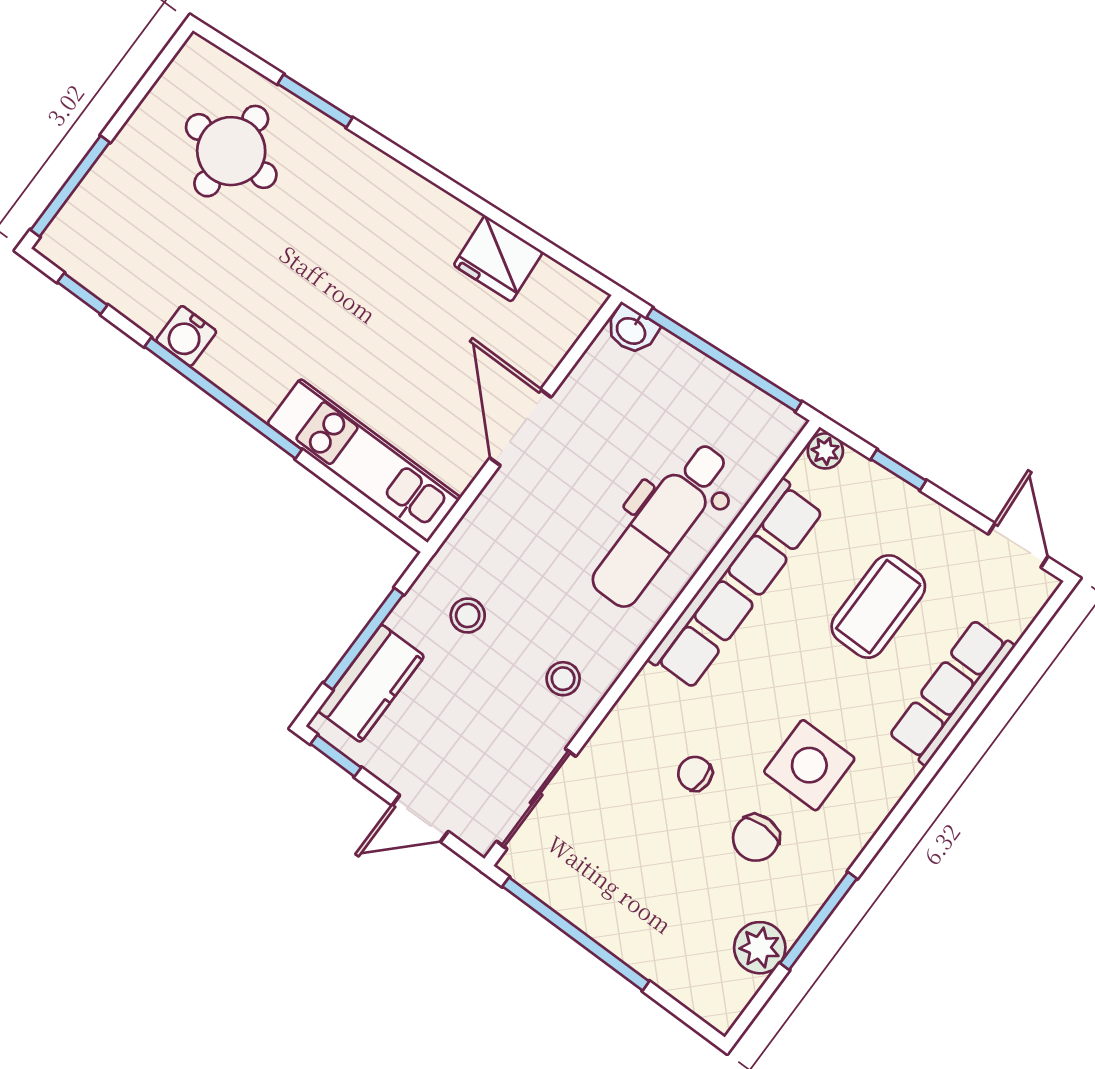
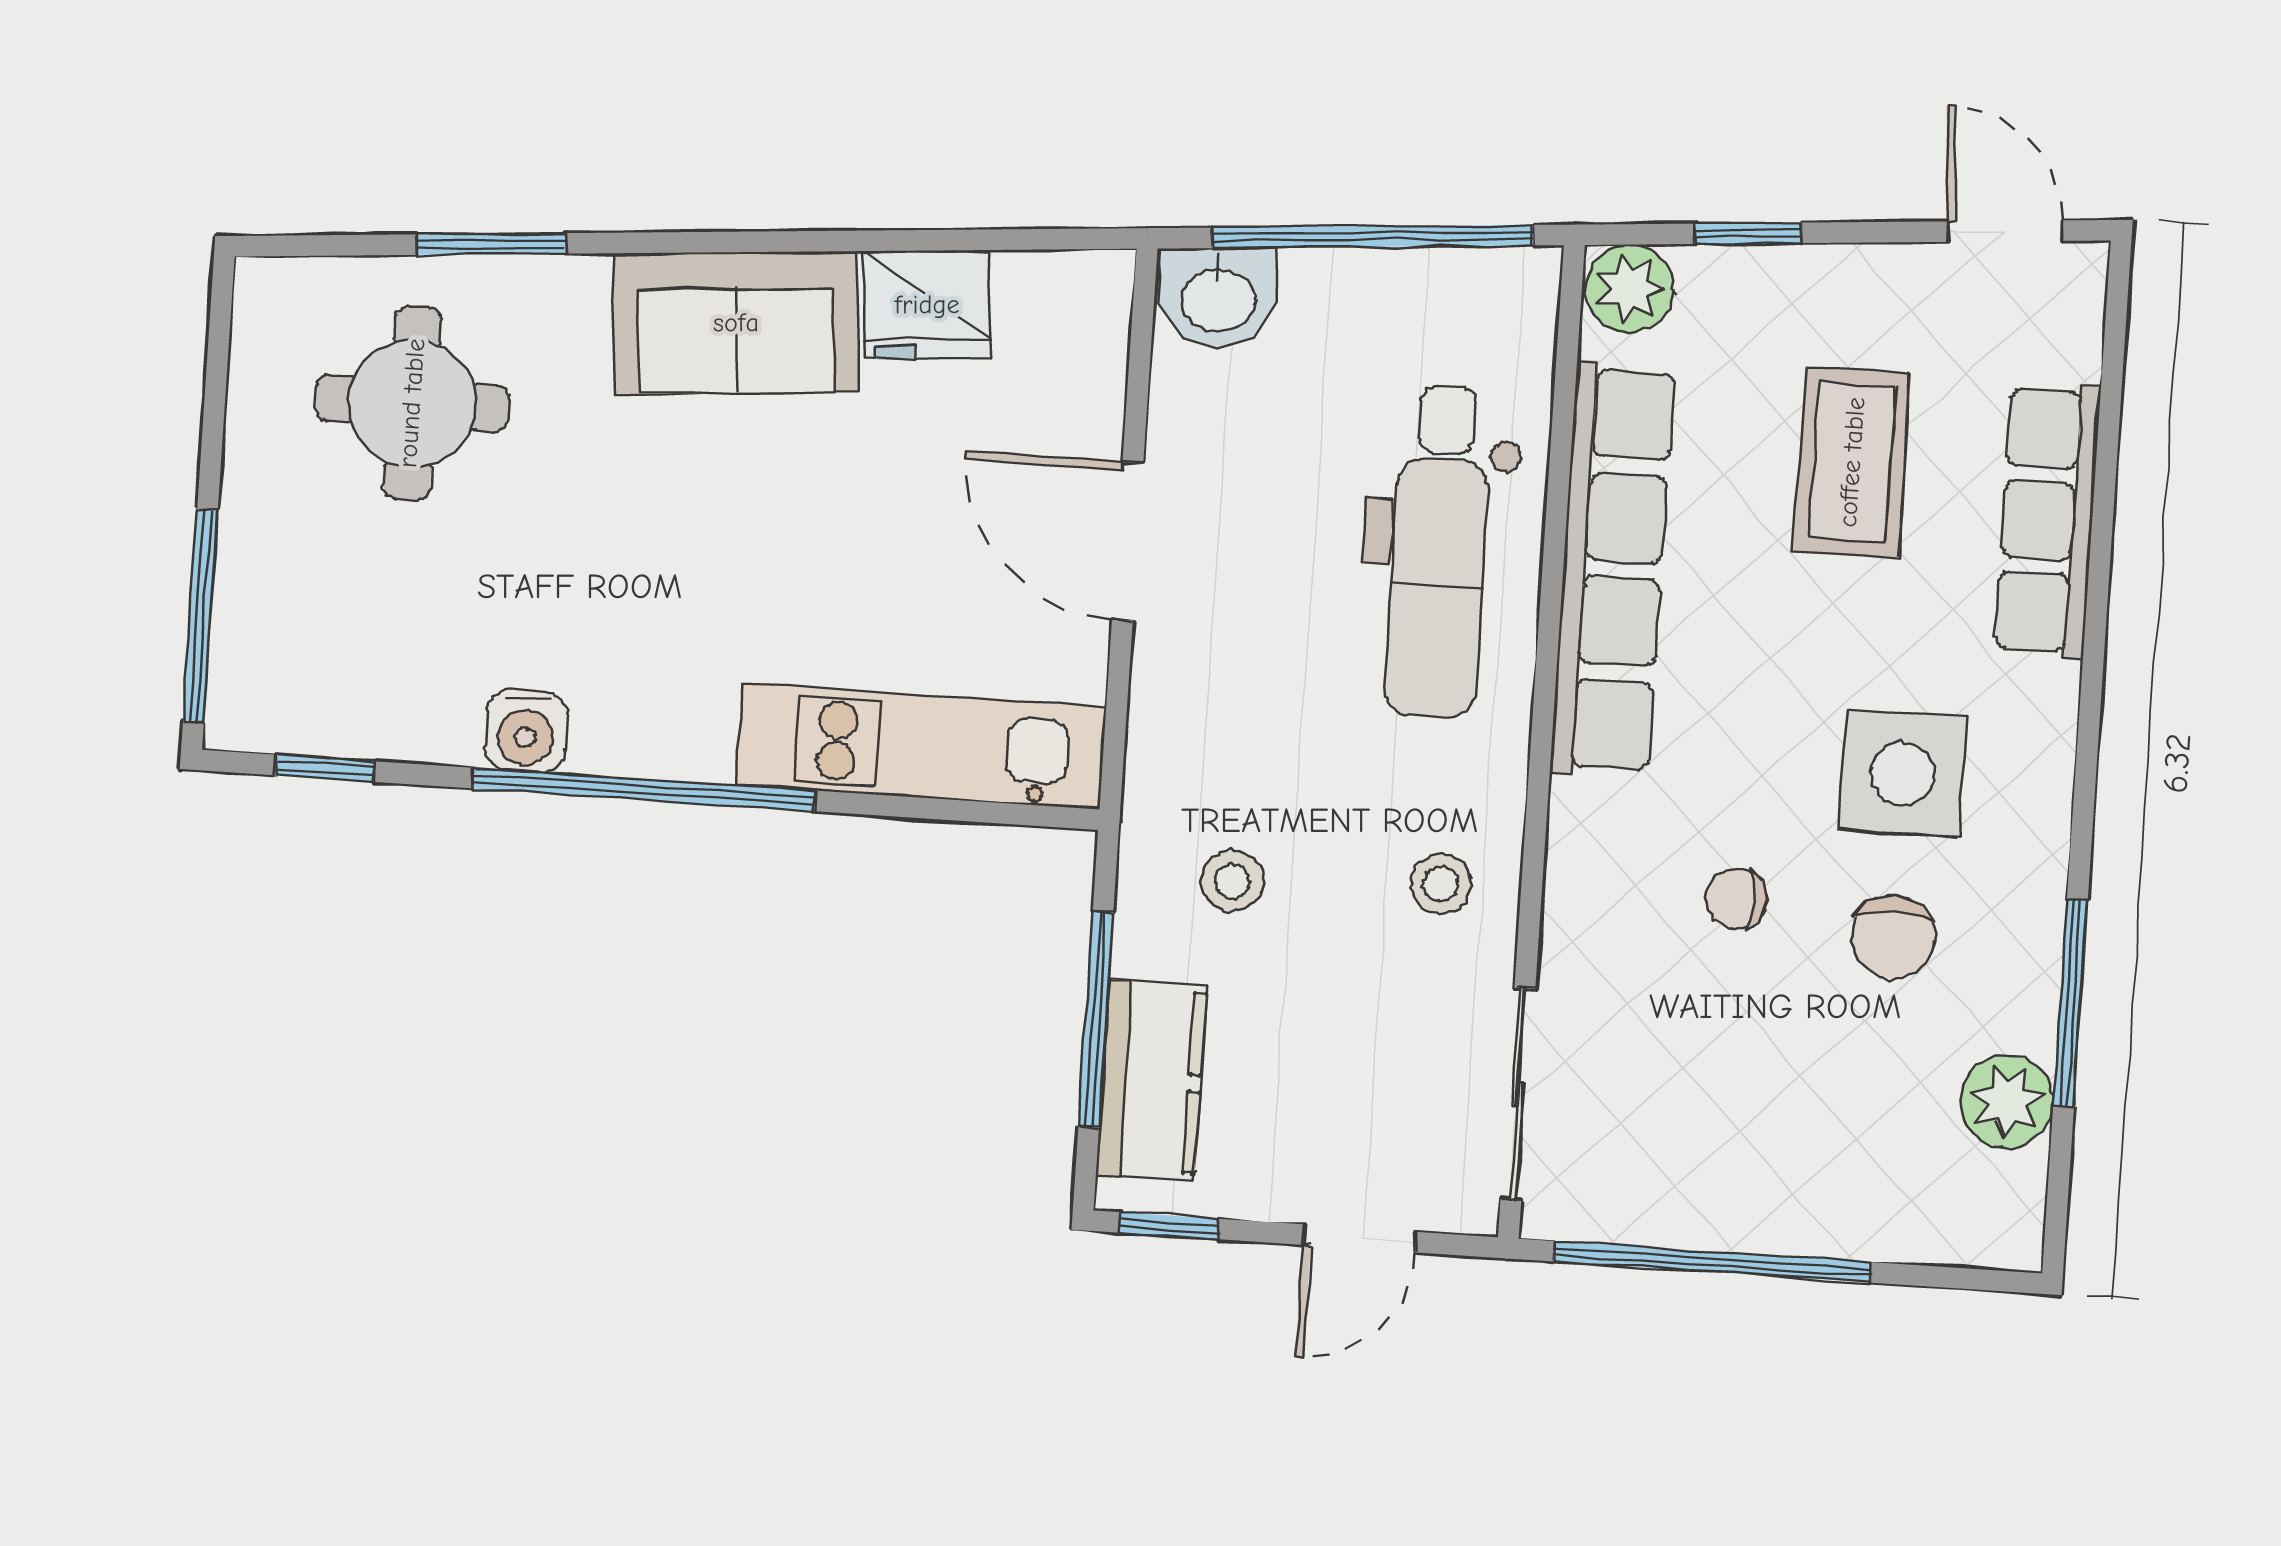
sofa: (405, 210) -> (736, 323), added
washbasin: (632, 330) -> (1218, 298), width x1.38, depth x1.45
plant: (825, 451) -> (1629, 288), width x1.38, depth x1.38

